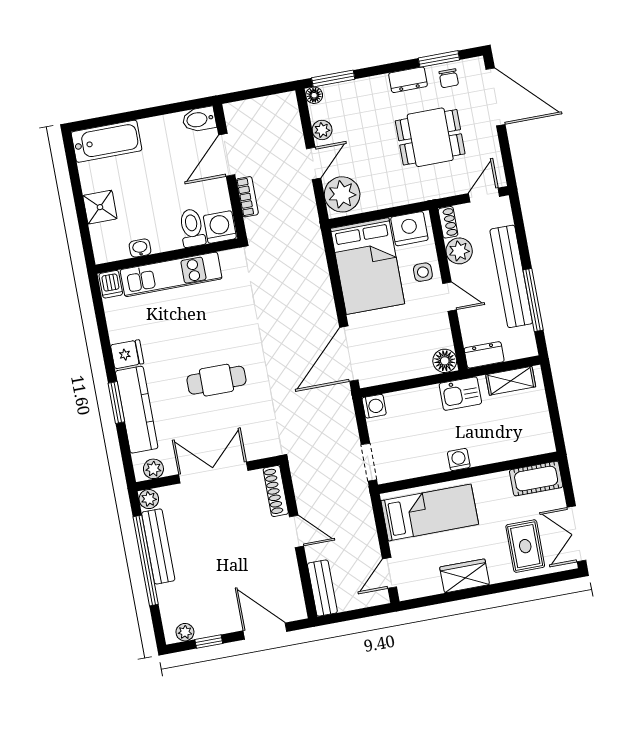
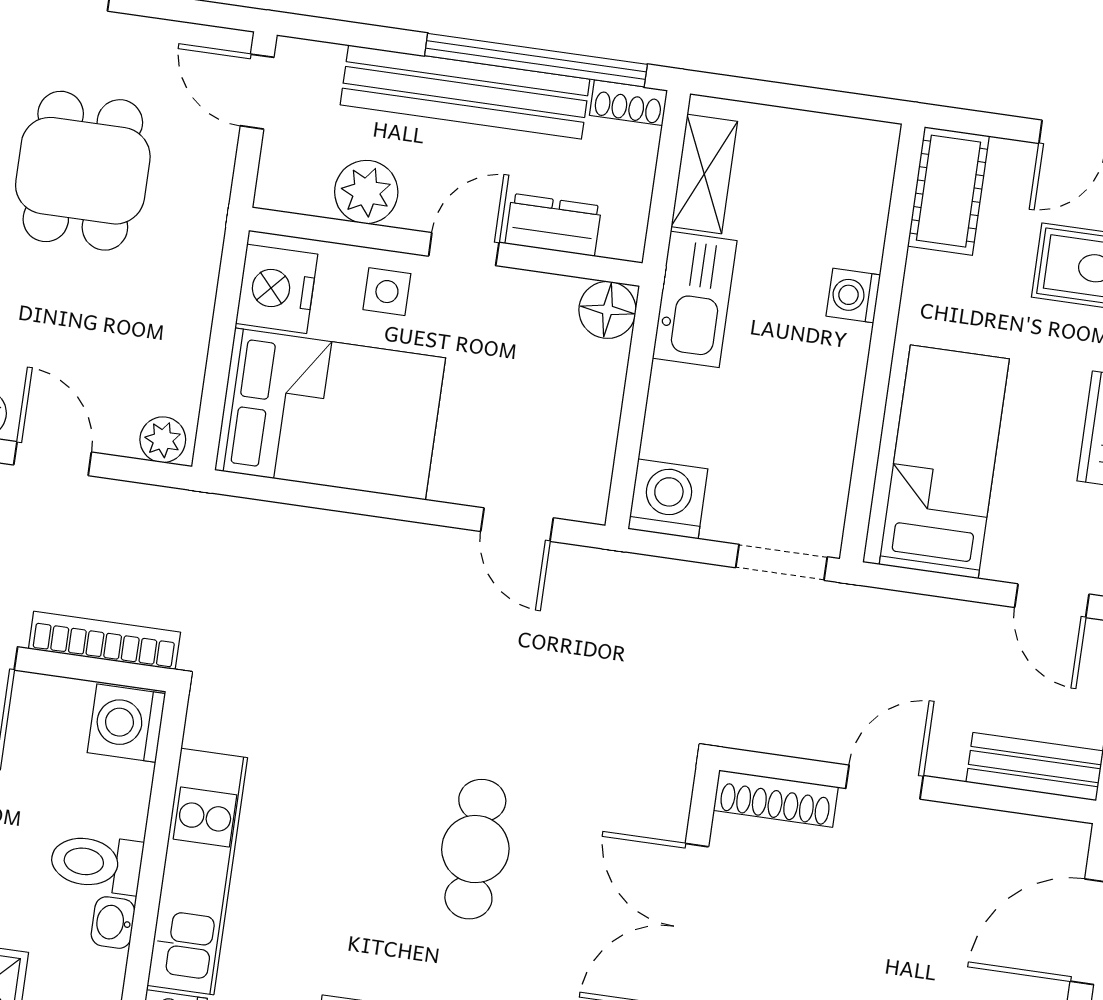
plant: (342, 194) -> (163, 440), width x0.53, depth x0.53
bookcase: (247, 197) -> (104, 640), width x1.56
shoe rack: (448, 222) -> (628, 103), moved, turned 180
toilet: (192, 228) -> (96, 863), moved
window: (533, 300) -> (536, 60), width x1.46
door: (349, 354) -> (517, 525), width x0.53
dresser: (484, 355) -> (553, 225), moved, turned 90
kitchen sink: (460, 394) -> (695, 299), width x1.38
washing machine: (374, 406) -> (668, 499), width x1.38, depth x1.38
washing machine: (459, 460) -> (853, 295), moved

